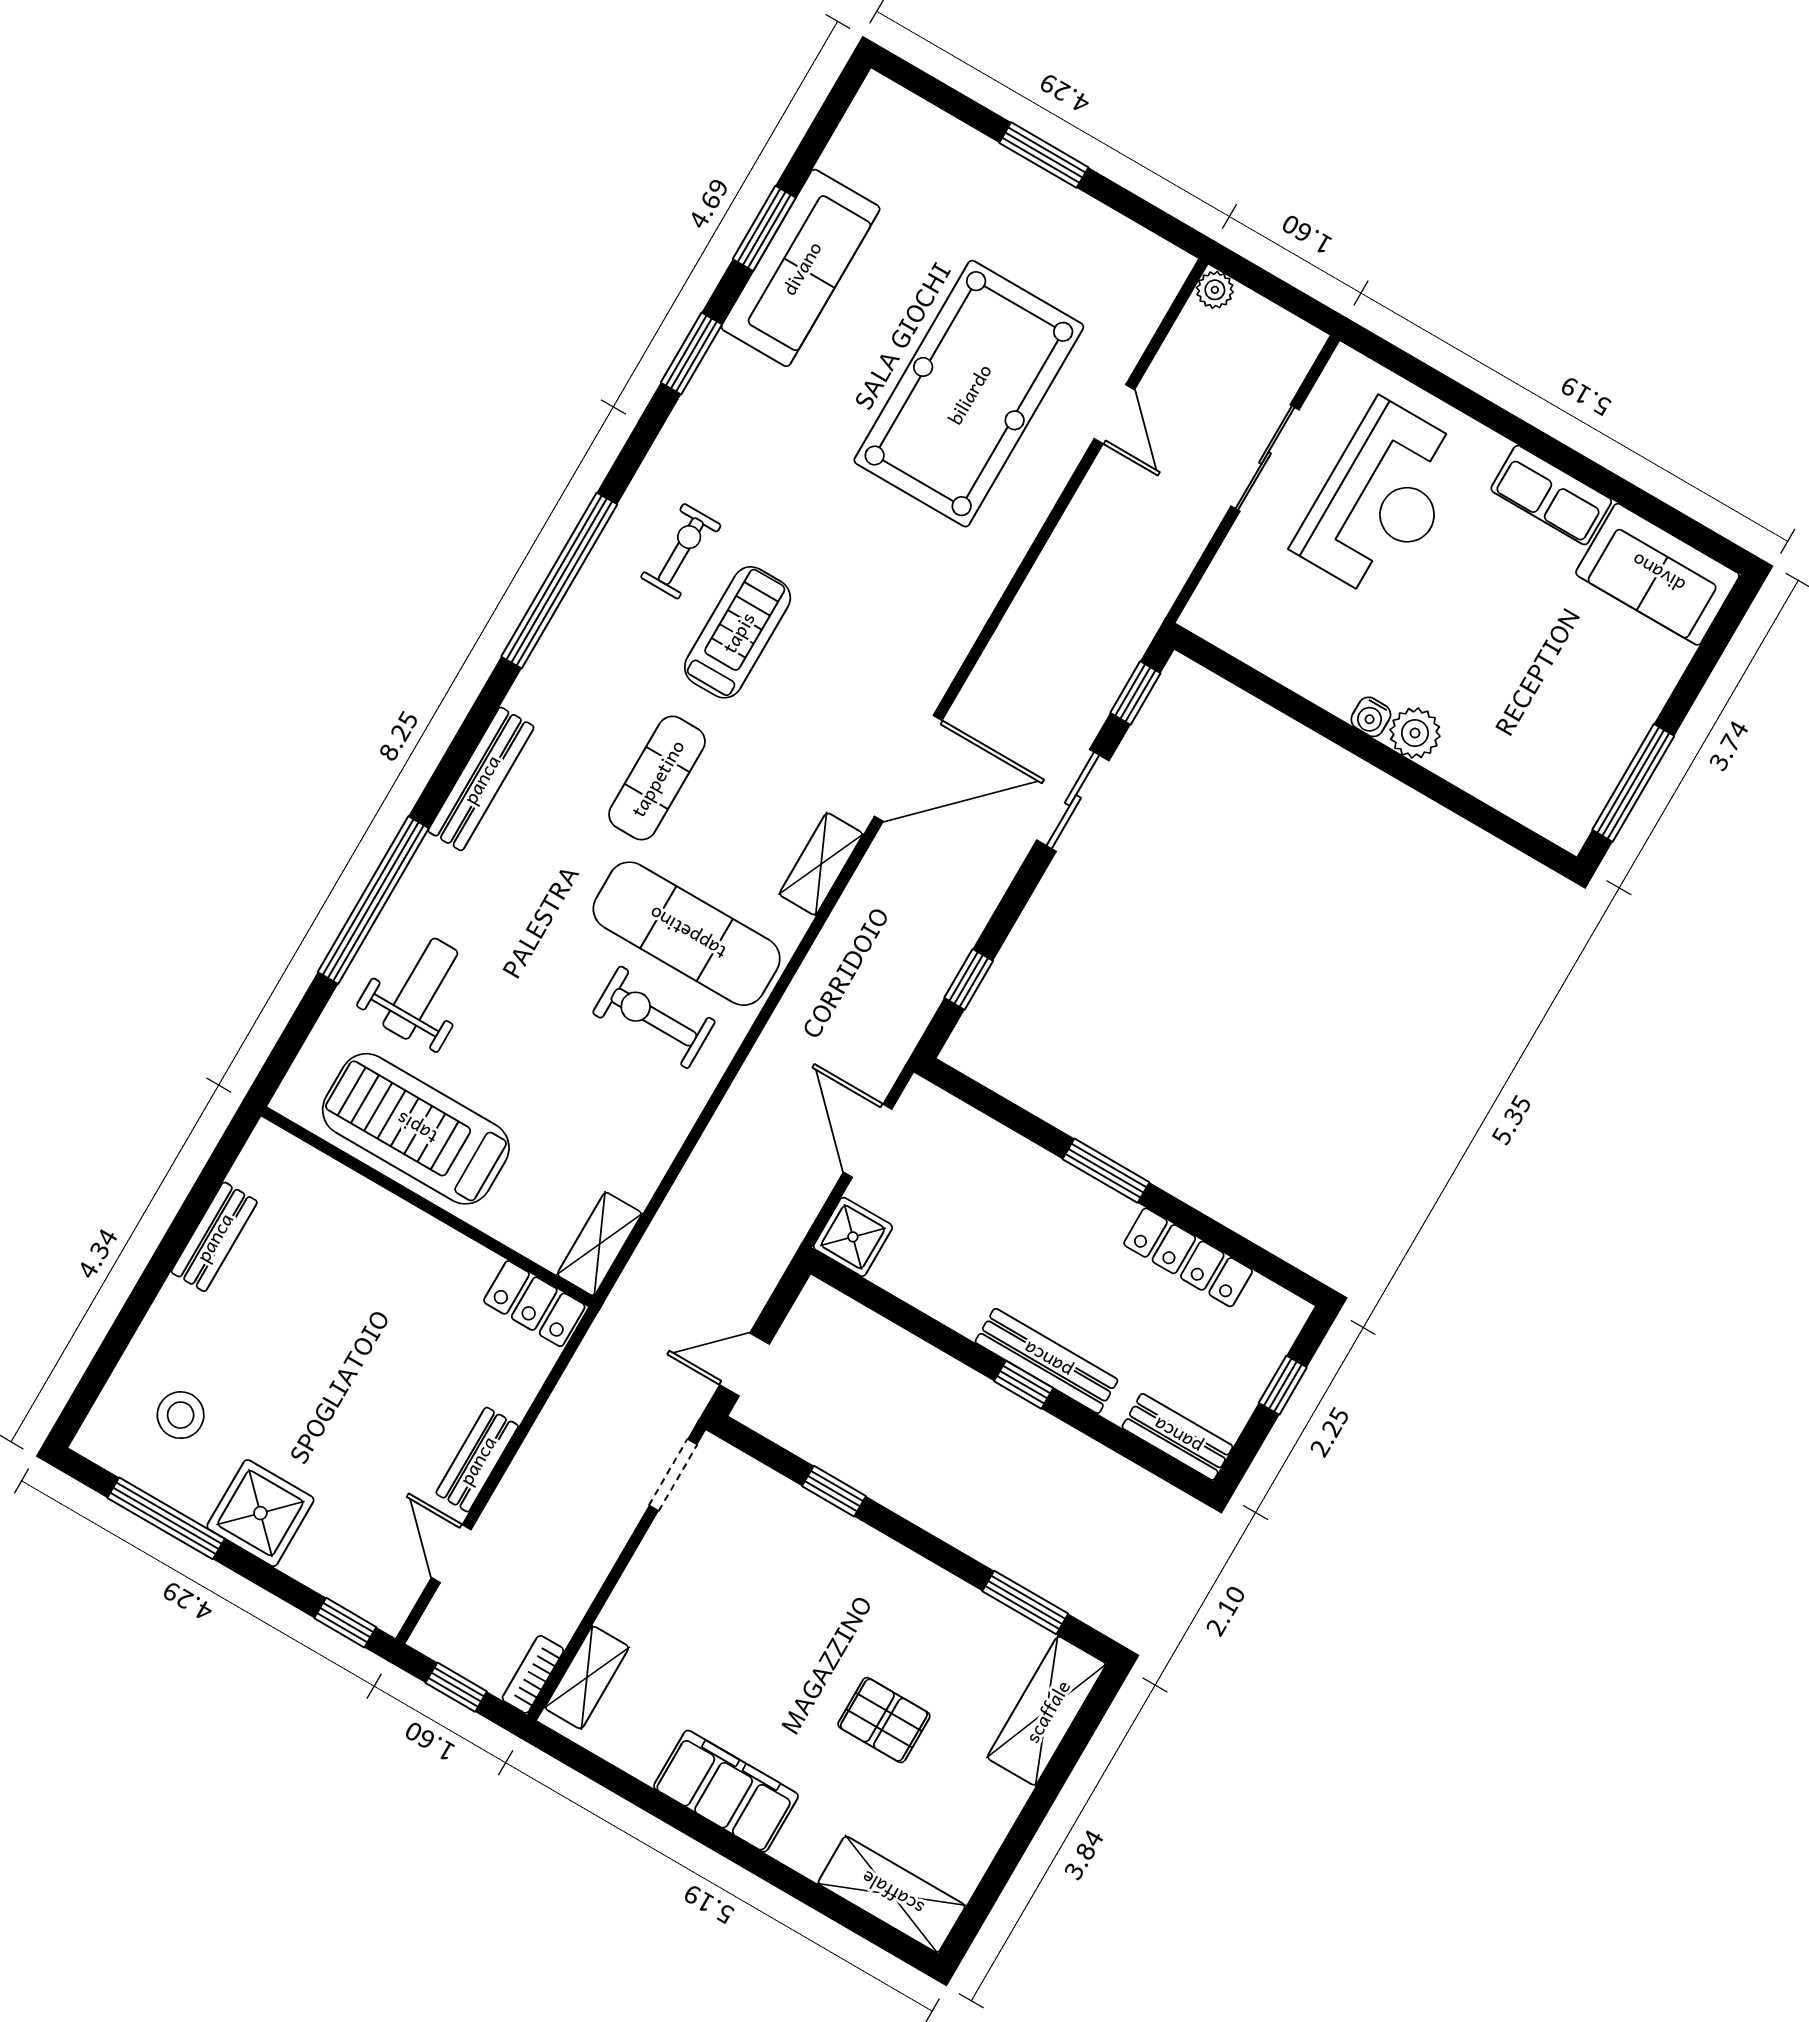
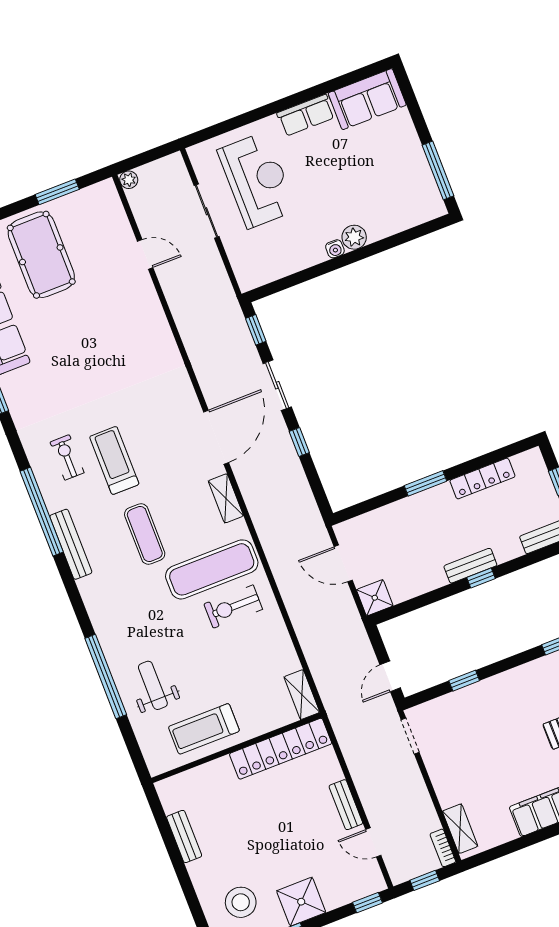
window: (1044, 155) -> (57, 192), moved
pool table: (969, 394) -> (41, 255), moved, width x0.73, depth x0.76
bench: (481, 779) -> (71, 544), moved
window: (969, 979) -> (299, 442), moved
treadmill: (416, 1129) -> (204, 729), width x0.73, depth x0.73
locker: (534, 1304) -> (281, 749), width x2.16, depth x1.21
bench: (1047, 1361) -> (470, 566), width x0.73
stool: (181, 1415) -> (241, 902), width x1.38, depth x1.38

